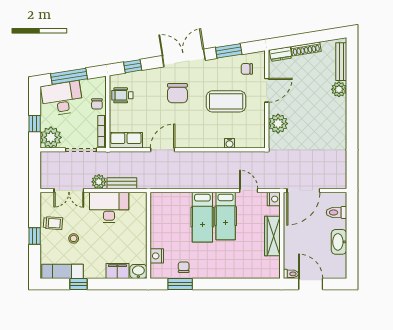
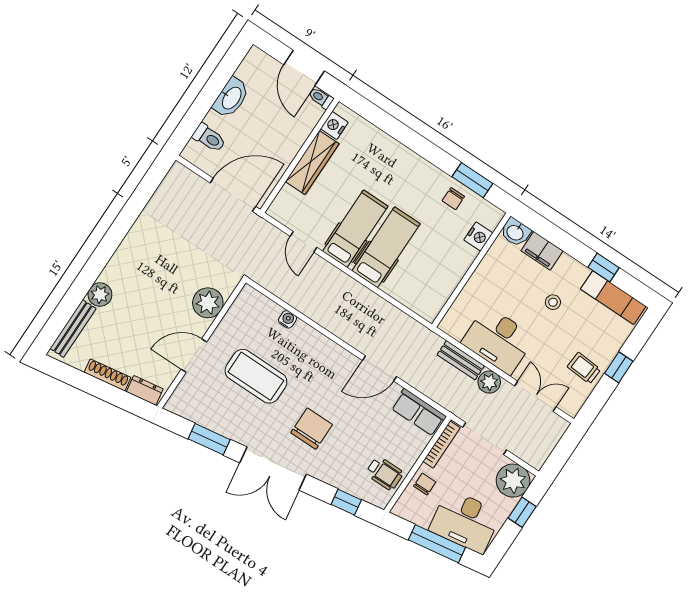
chair: (247, 69) -> (201, 400), removed
nightstand: (274, 199) -> (334, 125), moved
stool: (74, 238) -> (553, 302), moved

